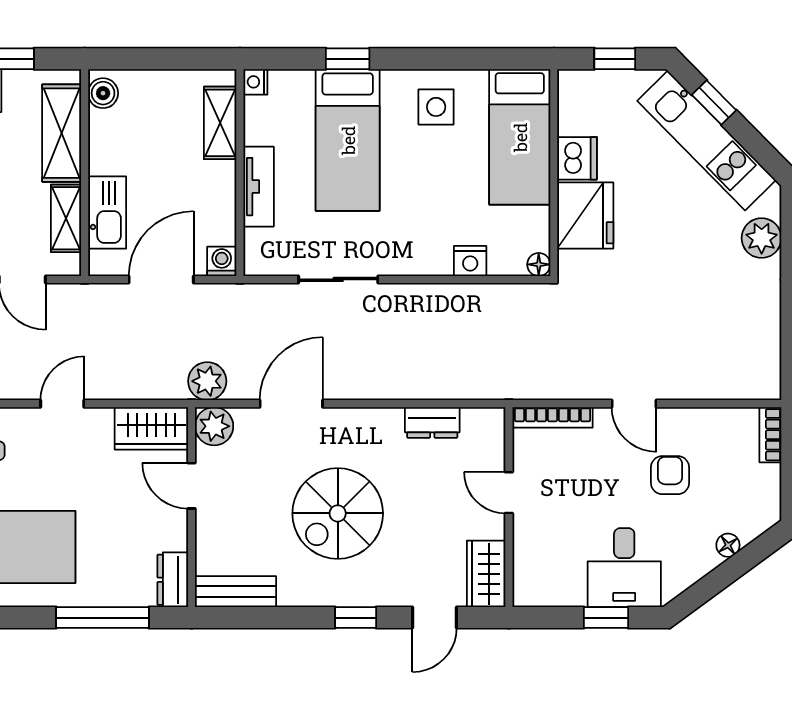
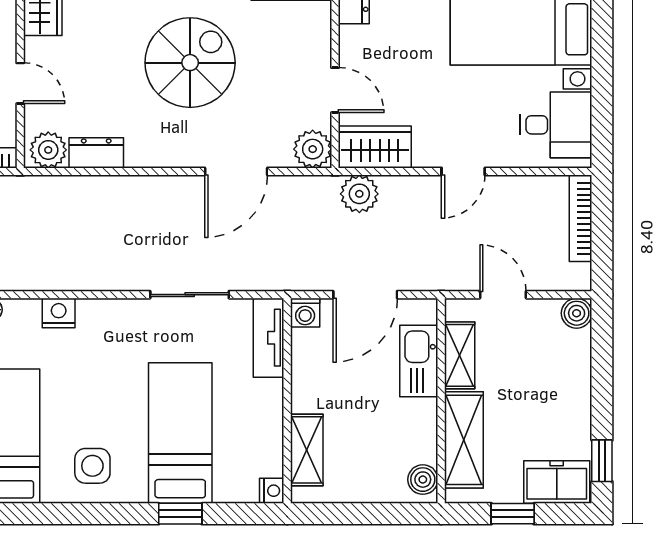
tv unit: (259, 187) -> (269, 338), moved
plant: (207, 381) -> (359, 194), moved
plant: (481, 425) -> (48, 150), added

